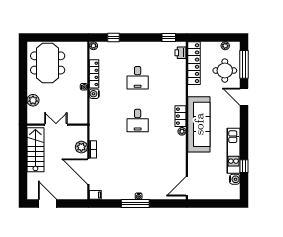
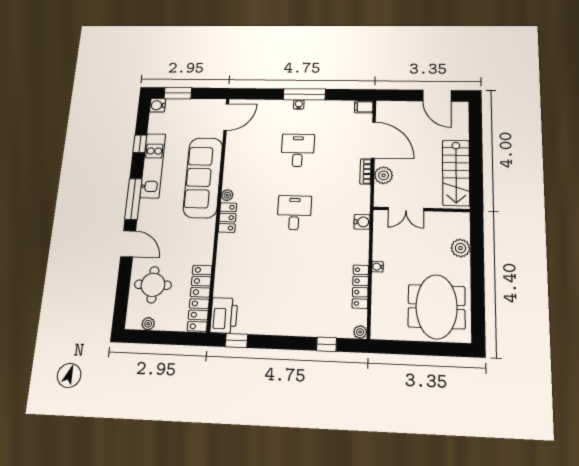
printer: (180, 53) -> (224, 315), width x1.87, depth x1.48
window: (244, 64) -> (133, 199), moved
desk: (138, 78) -> (298, 150), moved
water cooler: (94, 94) -> (362, 222), moved
sofa: (199, 124) -> (203, 177), moved
double door: (56, 125) -> (406, 209), moved
water cooler: (235, 179) -> (158, 105), moved
window: (222, 204) -> (178, 93), added

